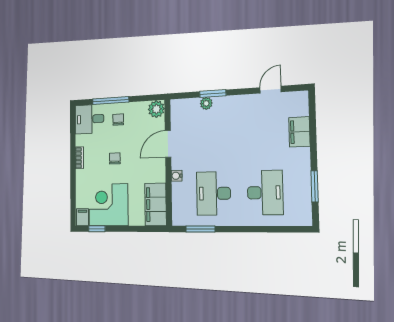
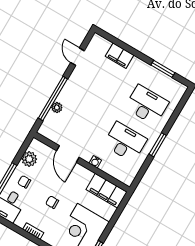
window: (213, 94) -> (53, 98), width x2.11
plant: (156, 109) -> (29, 159), moved
desk: (214, 193) -> (125, 142), turned 180
window: (200, 229) -> (158, 145), moved

